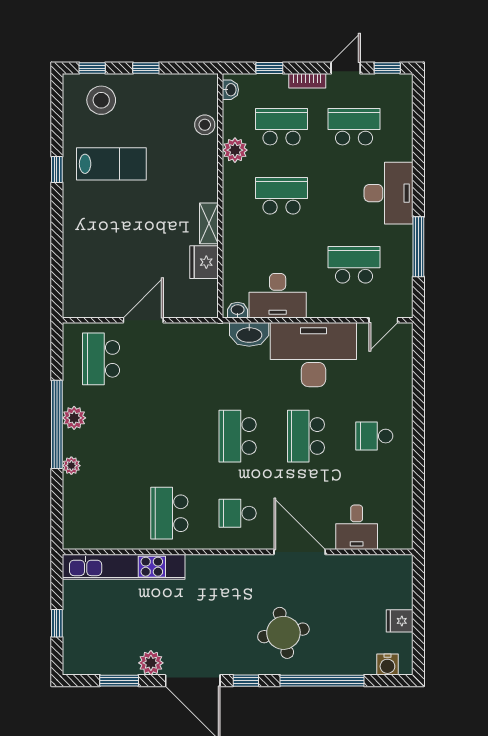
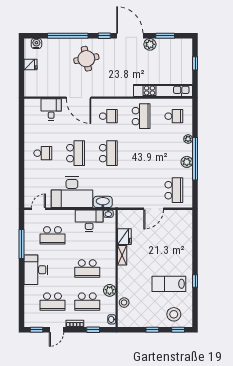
school desk: (101, 513) -> (174, 116), added

